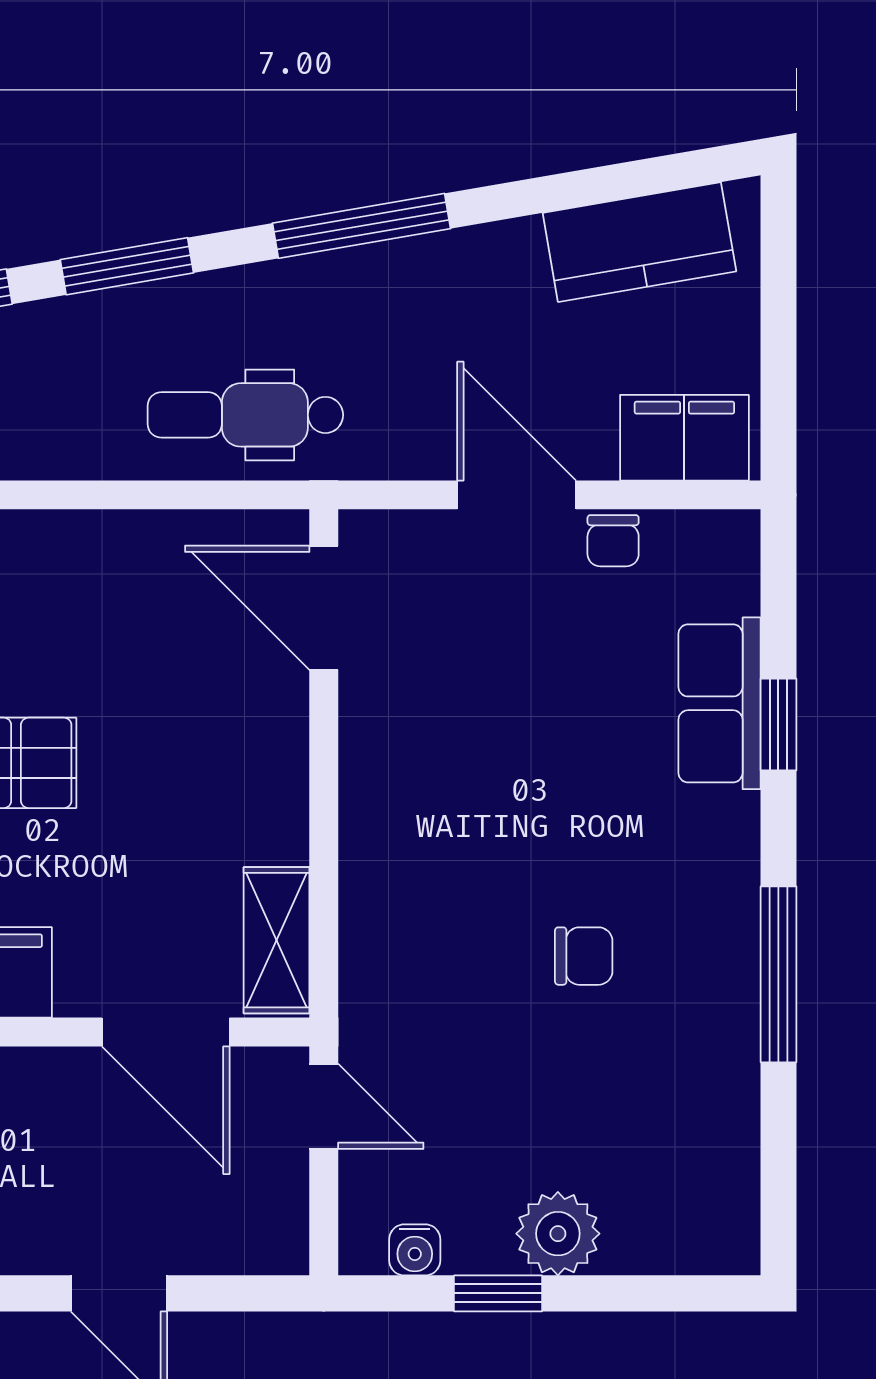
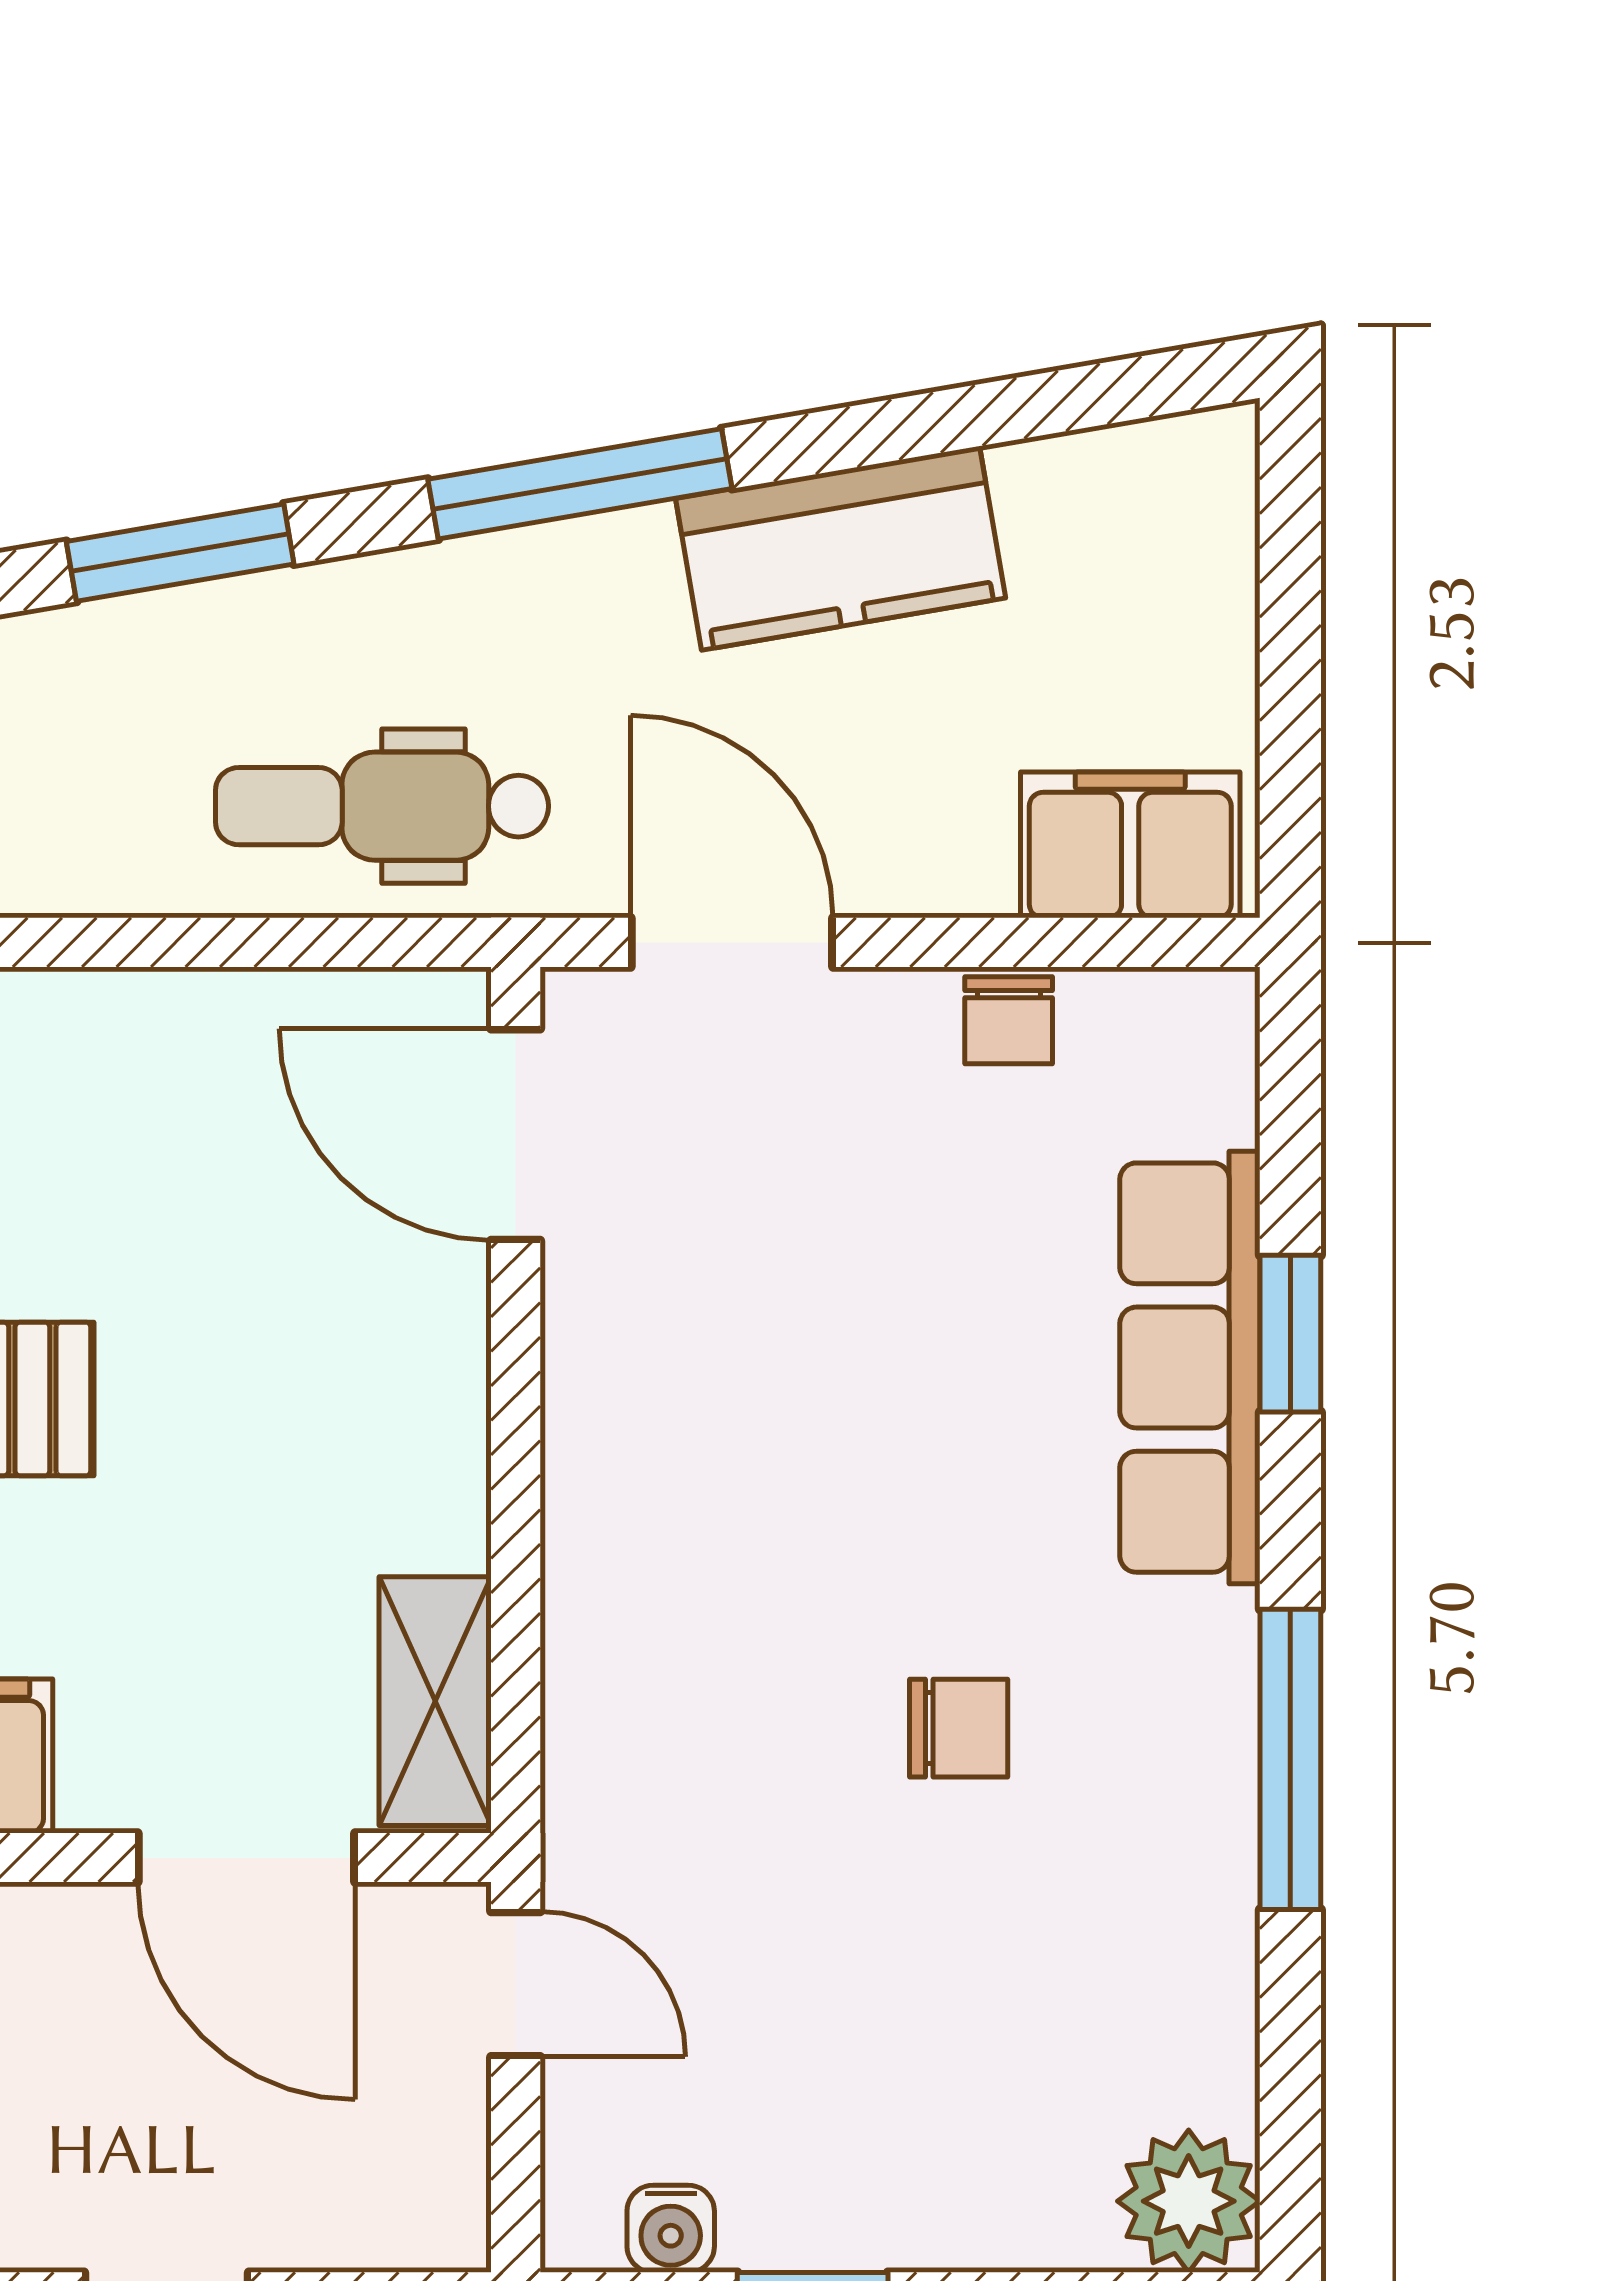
kitchen counter: (639, 242) -> (841, 548), moved
door: (517, 495) -> (732, 942), moved
row of seats: (720, 703) -> (1190, 1368), width x1.48
plant: (558, 1234) -> (1189, 2201), moved

